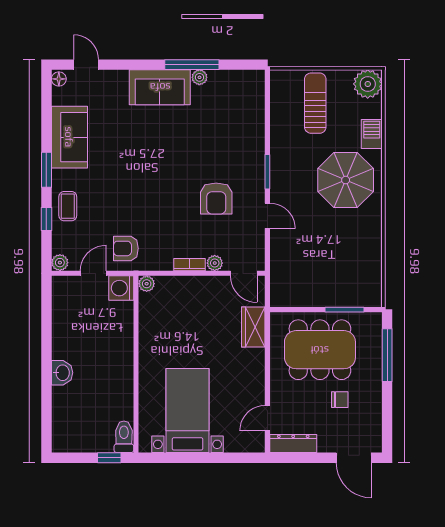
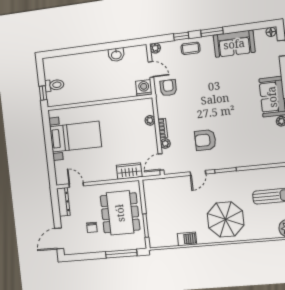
barbecue: (372, 134) -> (187, 239), moved
plant: (147, 284) -> (150, 120), moved
washbasin: (62, 373) -> (116, 55), moved
toilet: (124, 437) -> (54, 85), moved

